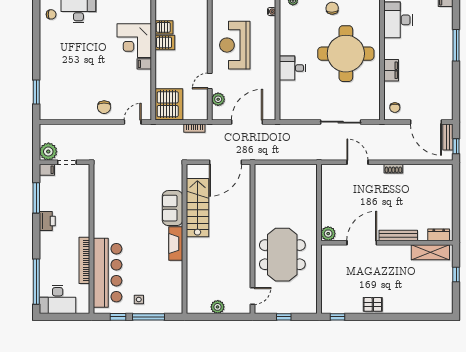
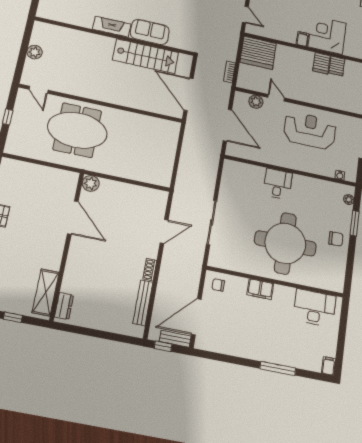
bench: (398, 235) -> (143, 303), moved

